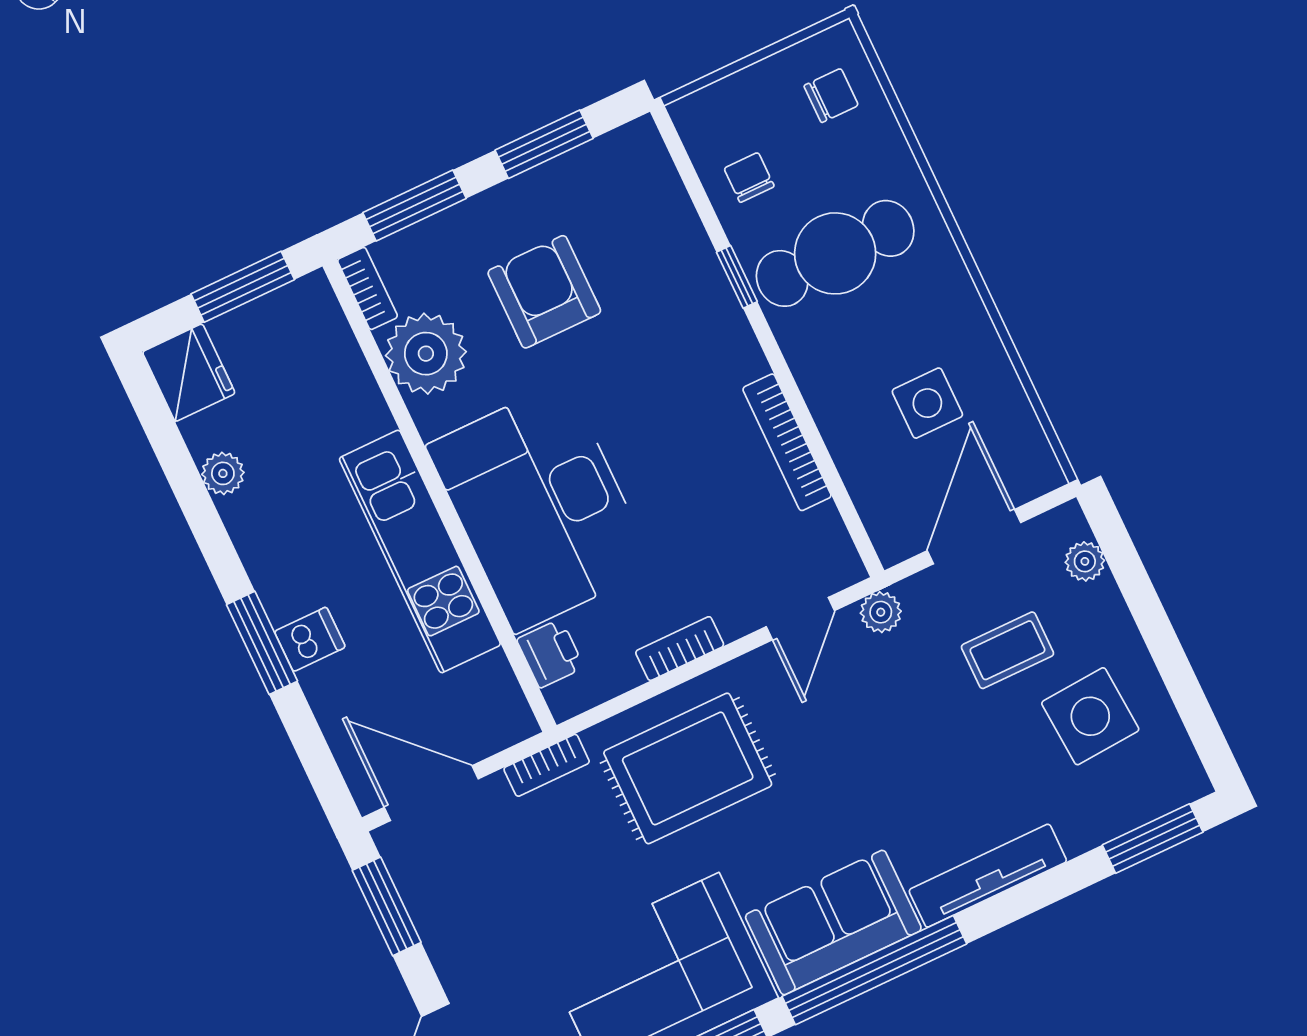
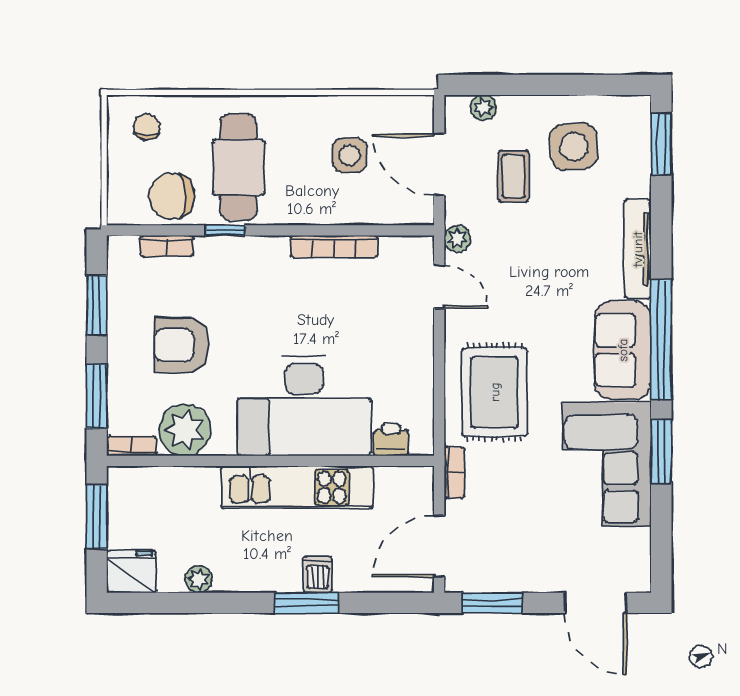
chair: (749, 177) -> (171, 196), width x1.87, depth x1.87
bookcase: (680, 649) -> (167, 246), moved, turned -90

